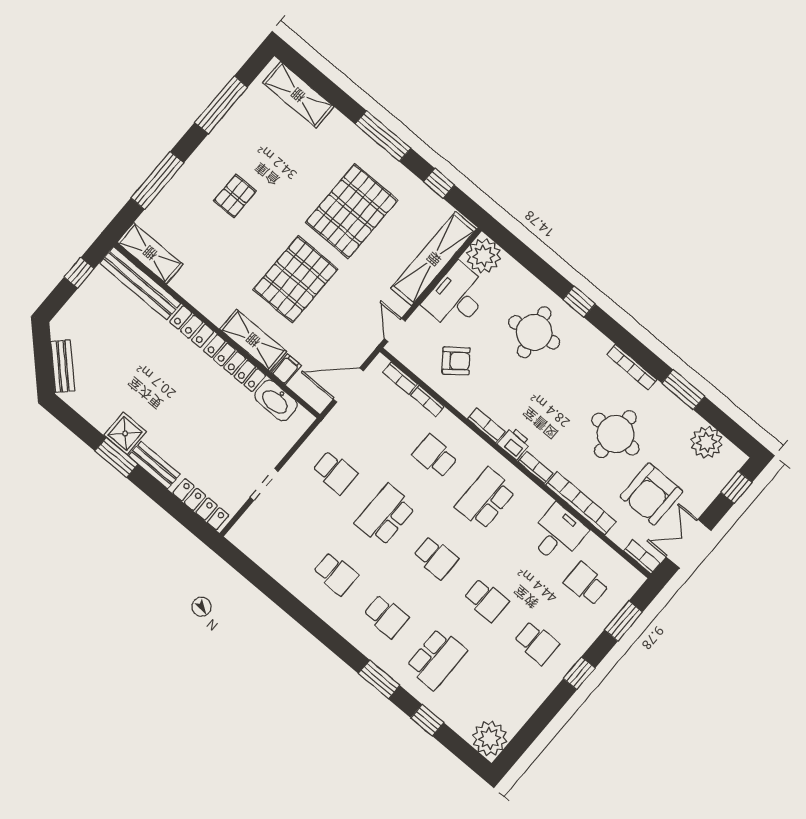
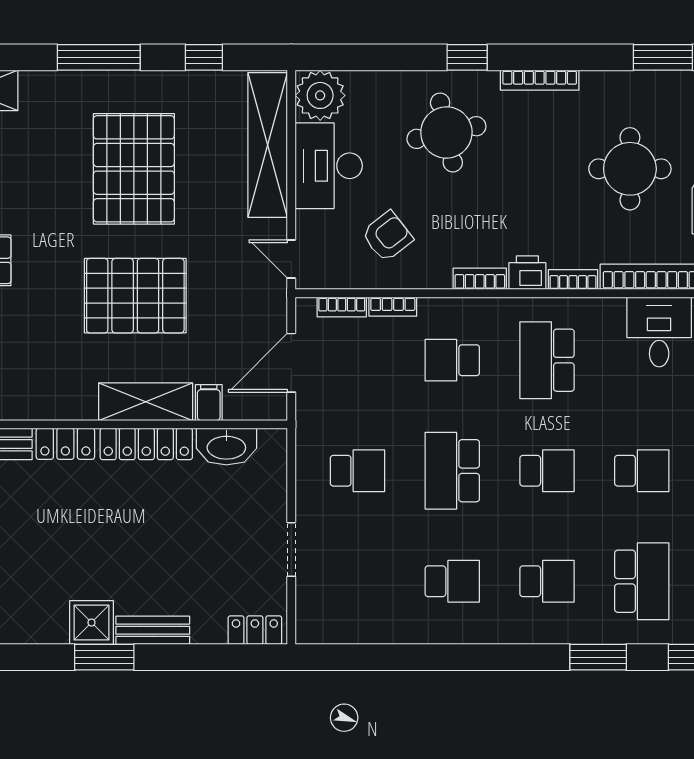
pallet: (295, 279) -> (135, 296), turned 90
bookcase: (632, 367) -> (540, 80), moved
locker: (201, 504) -> (255, 630), width x0.66

